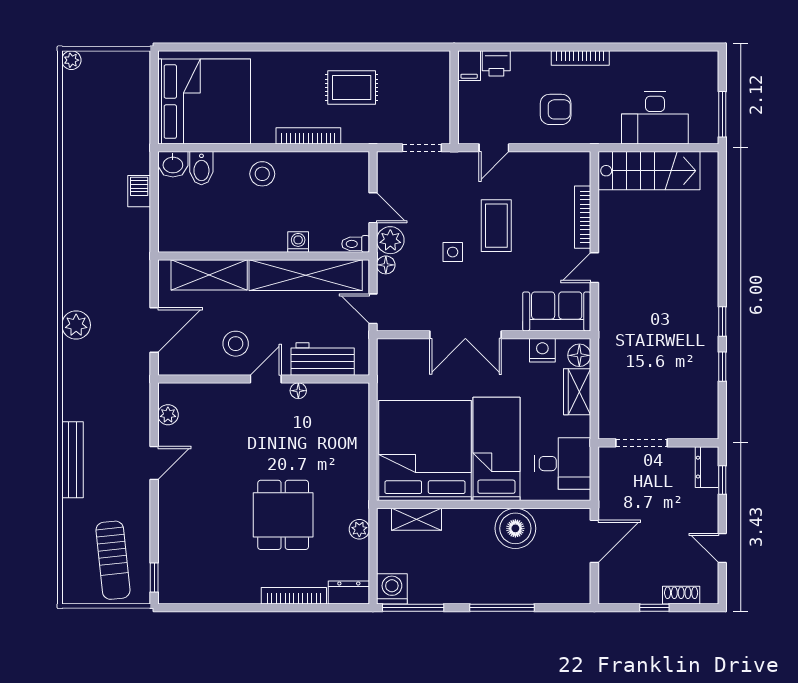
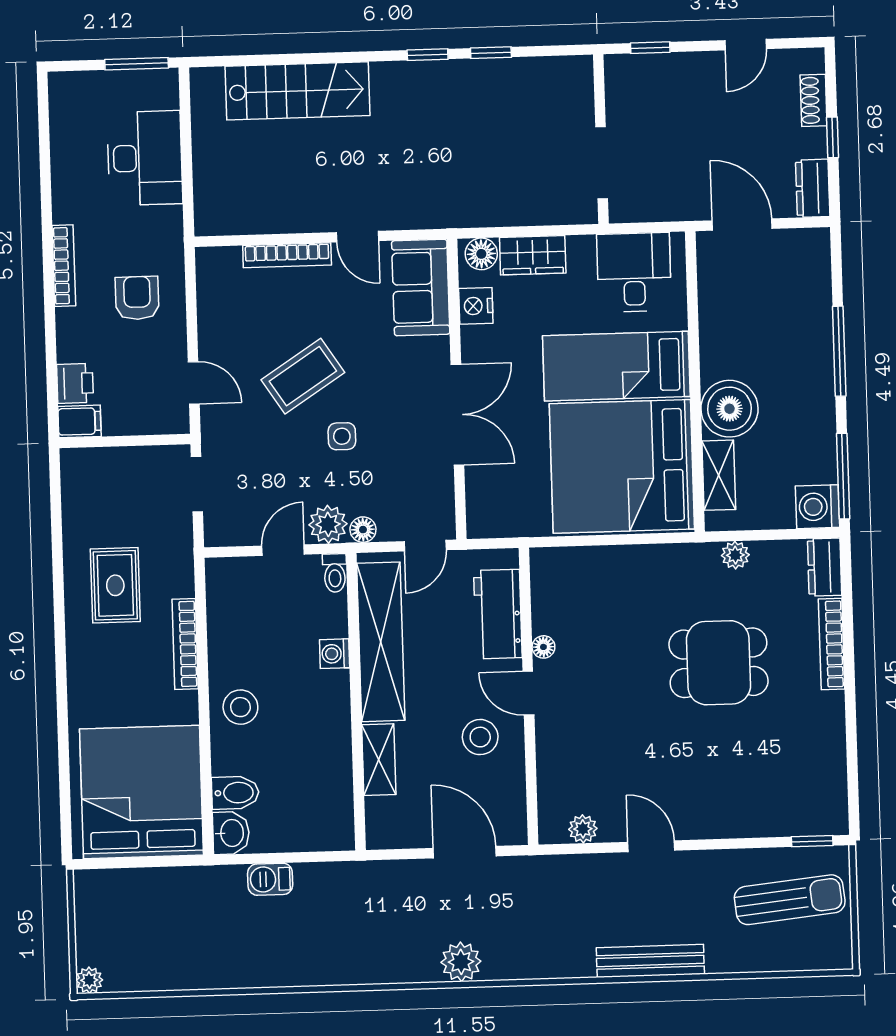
stairs: (649, 171) -> (297, 91), moved, turned 90
coffee table: (496, 226) -> (303, 376), turned -33
shelving: (209, 275) -> (379, 760), width x0.67, depth x0.75
dresser: (707, 467) -> (813, 188), moved, turned 90
boiler: (515, 528) -> (729, 409), moved

